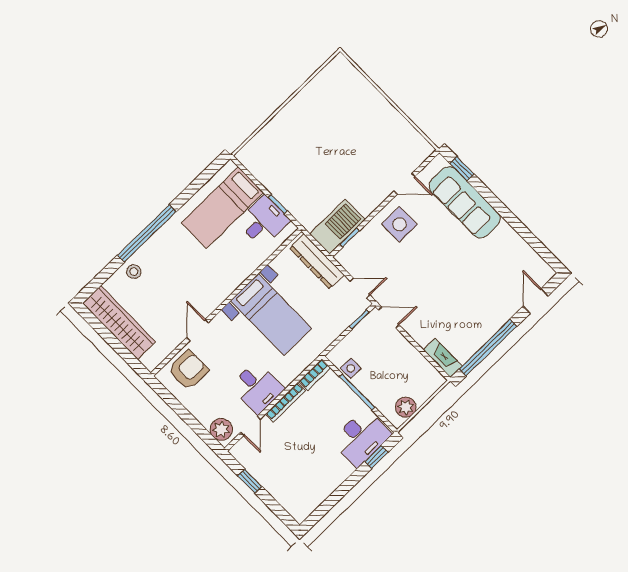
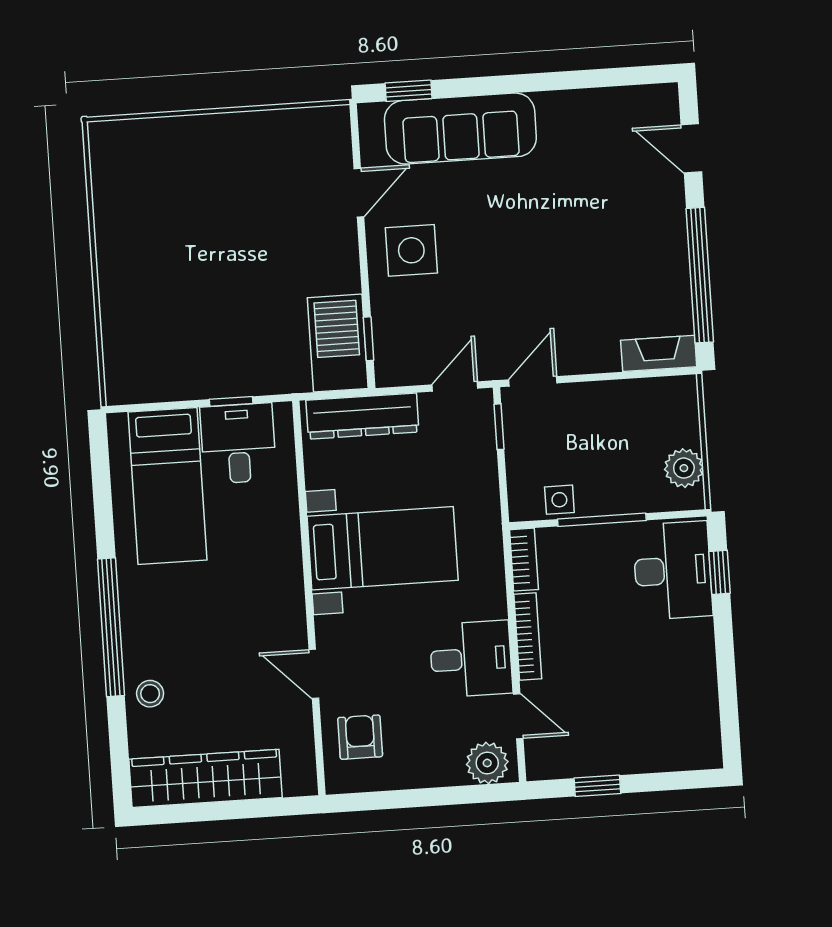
armchair: (188, 370) -> (360, 737), width x0.72, depth x0.72

